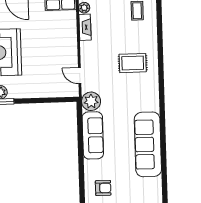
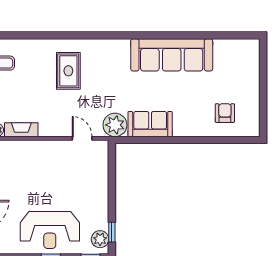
door: (80, 76) -> (82, 138), swing flipped
sofa: (93, 135) -> (150, 124), width x0.73

